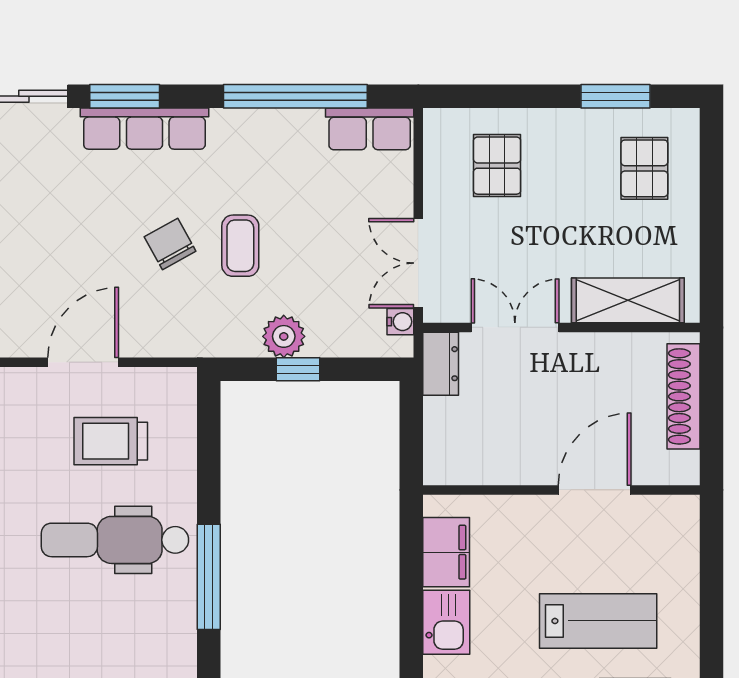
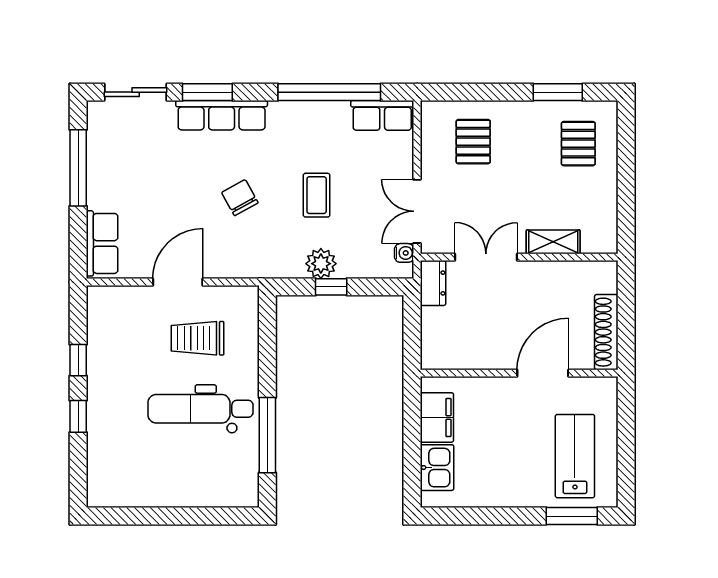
coffee table: (240, 246) -> (317, 195), moved
shelving: (628, 300) -> (553, 242), width x0.67, depth x0.75
shoe rack: (684, 396) -> (606, 332), moved
lab bench: (598, 621) -> (575, 456), moved, turned -90

